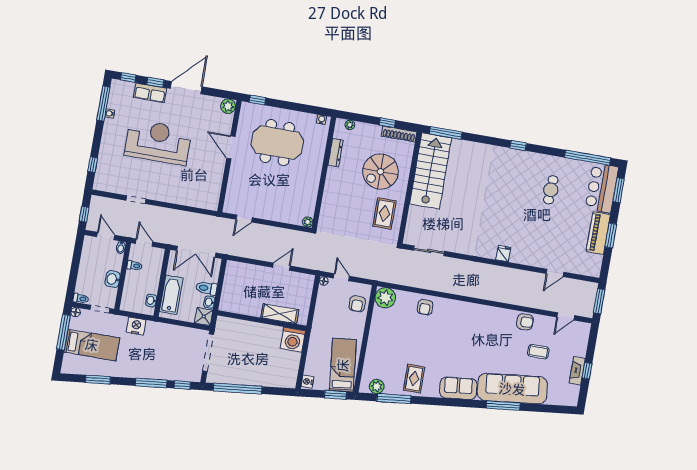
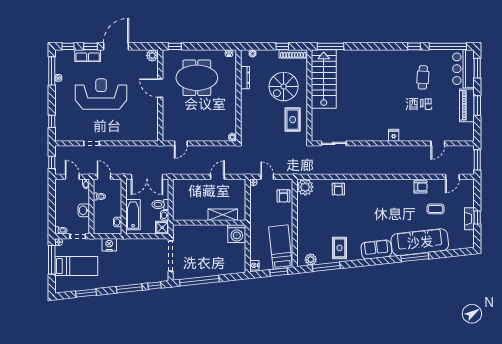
window: (518, 146) -> (414, 46), moved

